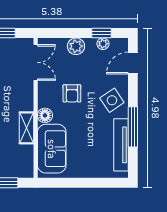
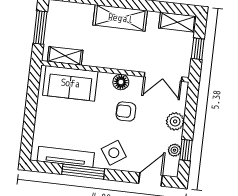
door: (133, 63) -> (150, 179), hinge flipped
floor lamp: (45, 115) -> (121, 82), moved
shelving: (26, 128) -> (65, 56), moved

